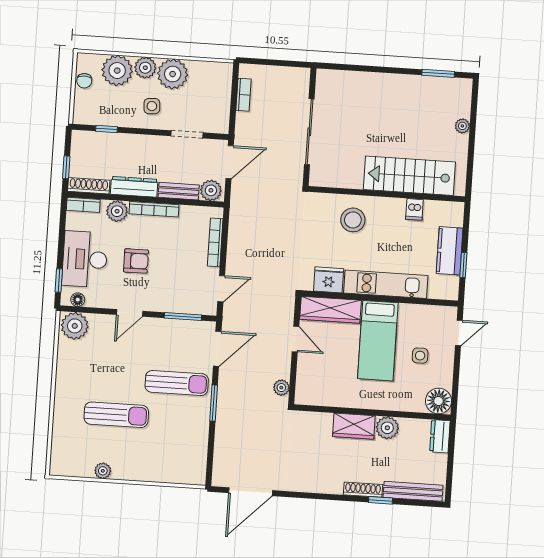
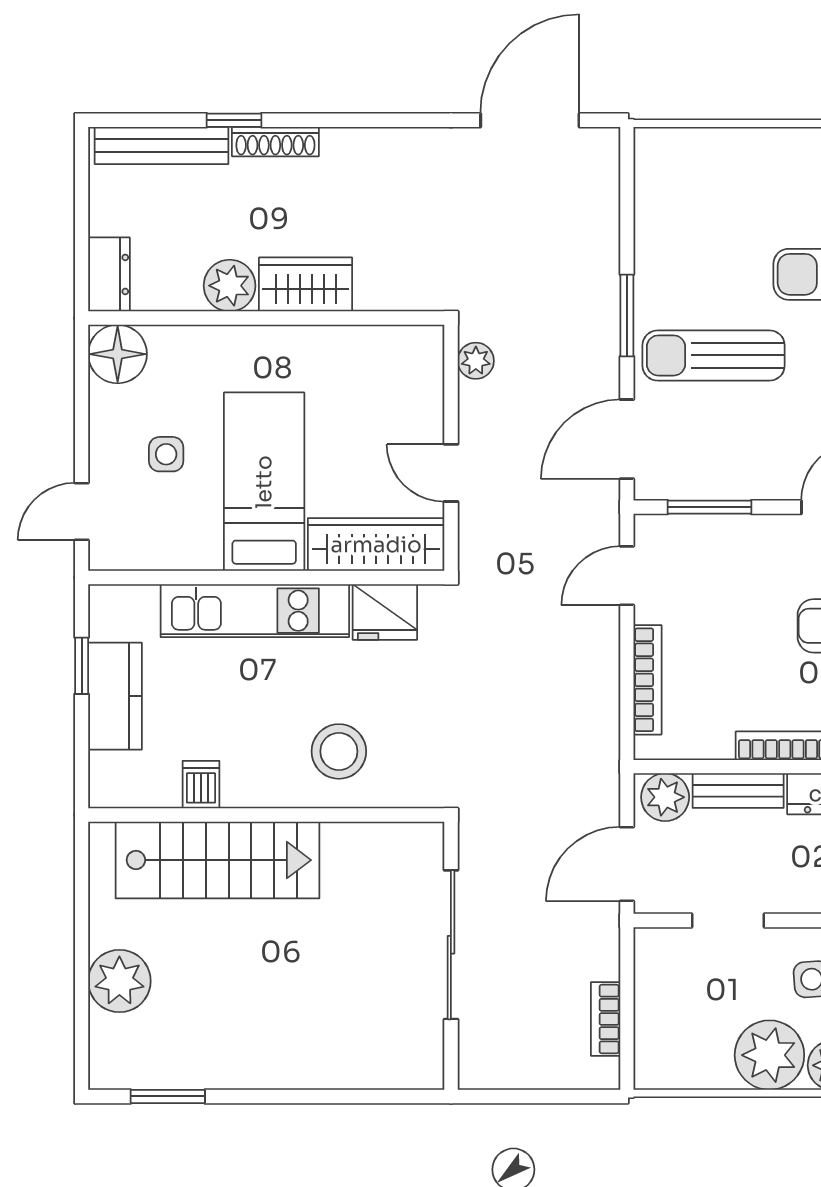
plant: (462, 126) -> (119, 981), width x1.88, depth x1.88

